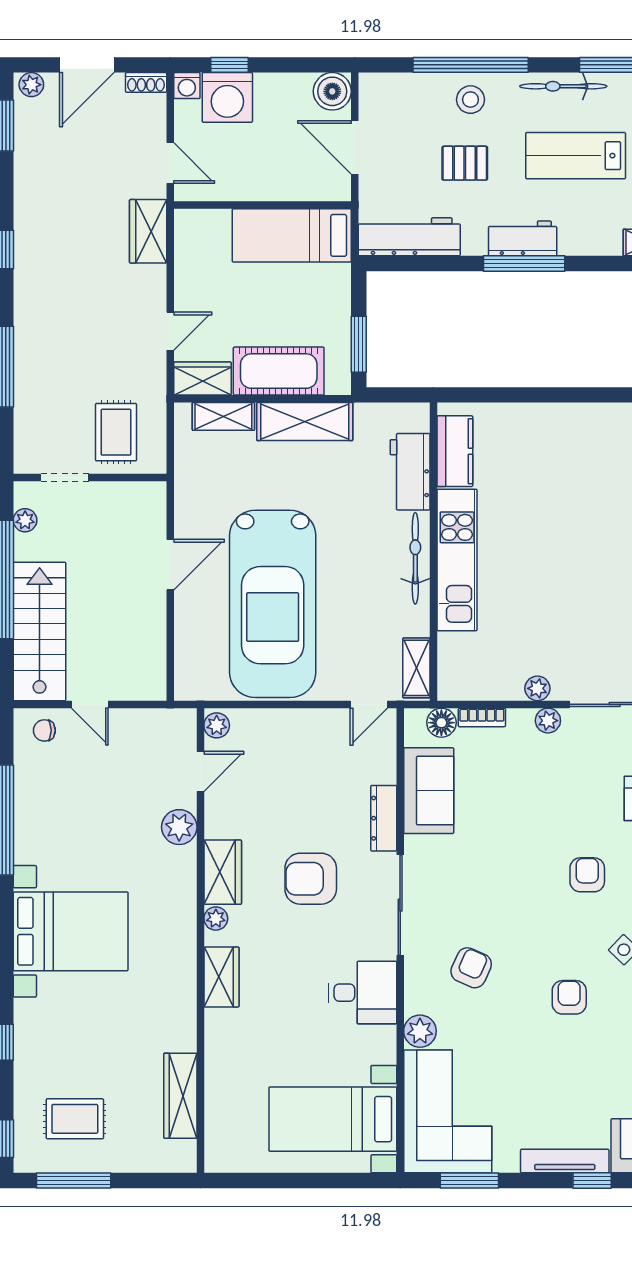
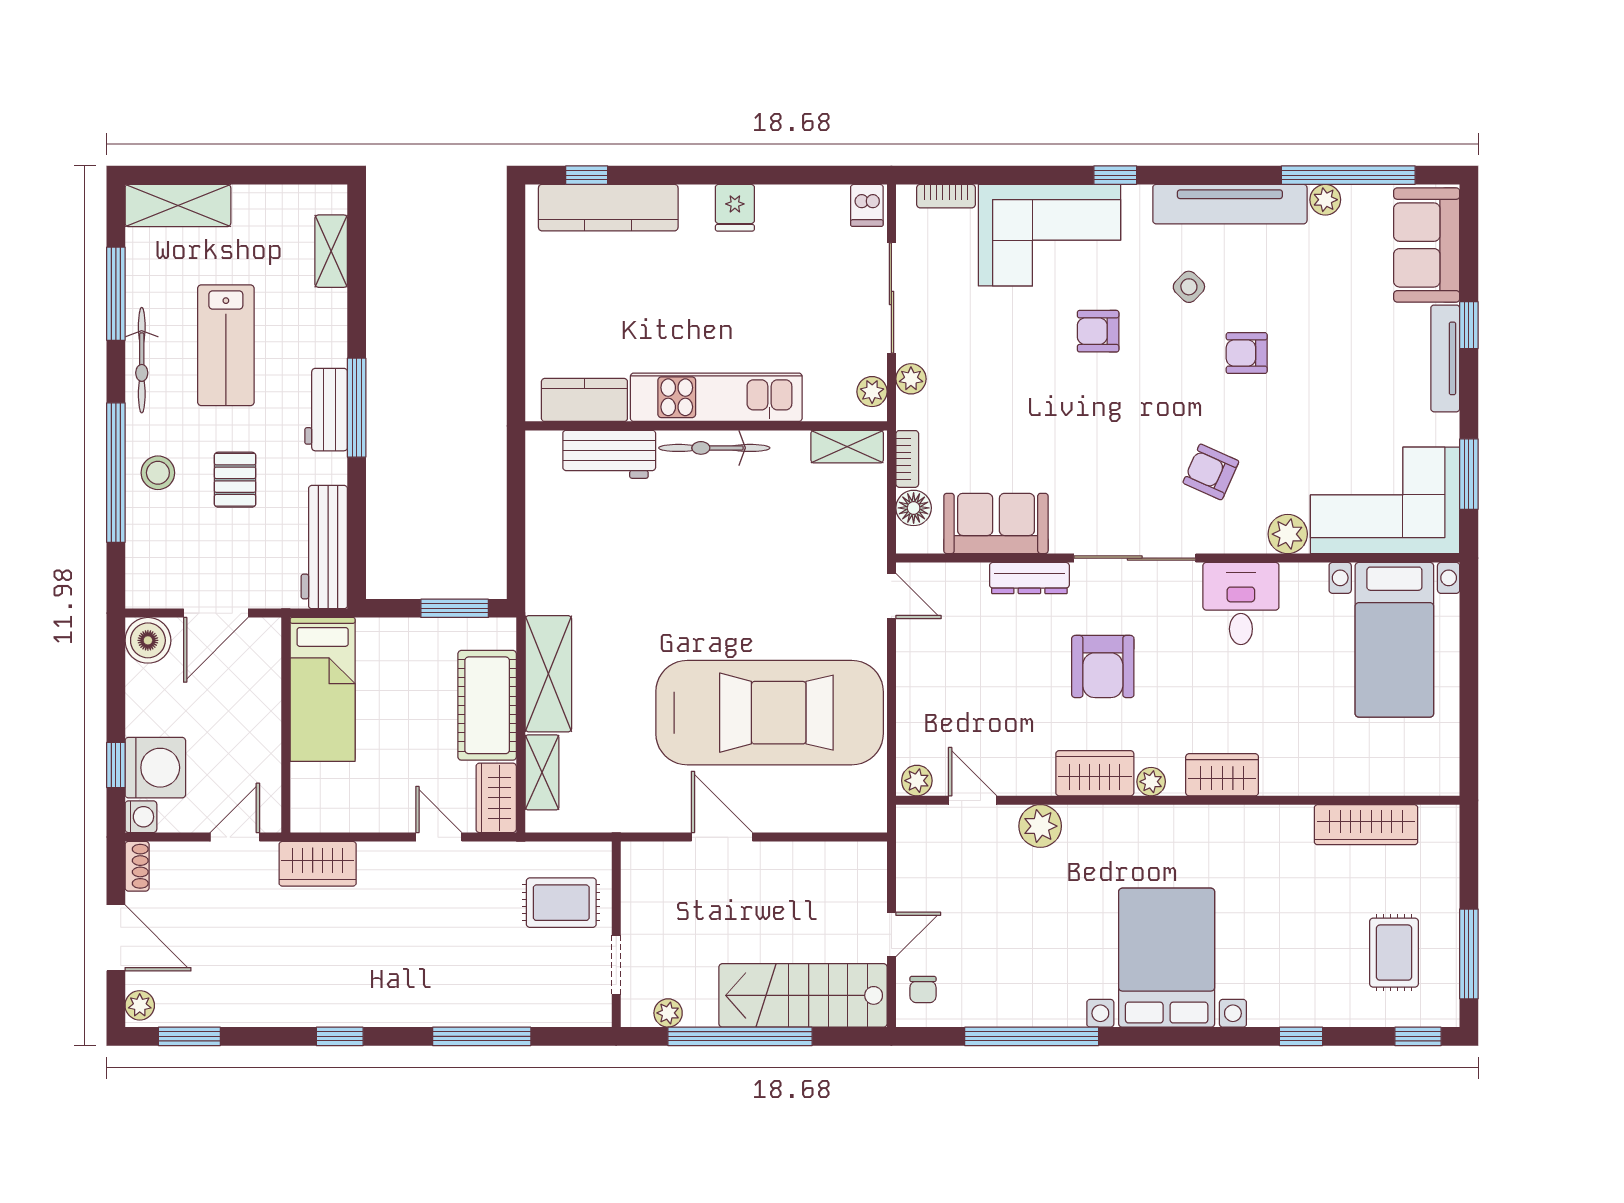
kitchen counter: (455, 451) -> (584, 400), moved
workbench: (410, 472) -> (609, 454), moved
wall: (433, 552) -> (706, 426), moved
bicycle: (415, 558) -> (714, 448), moved
kitchen unit: (457, 560) -> (716, 397), moved
shelving: (416, 668) -> (847, 447), moved

